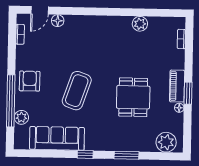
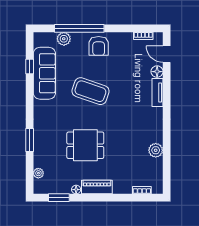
tv unit: (80, 21) -> (157, 92), added
armchair: (30, 81) -> (99, 46), turned 90
window: (188, 93) -> (59, 198), moved
plant: (166, 142) -> (38, 173), width x0.53, depth x0.53
window: (85, 154) -> (30, 66), moved

